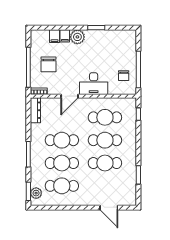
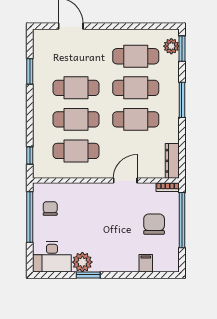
filing cabinet: (65, 36) -> (132, 264), removed
plant: (77, 37) -> (82, 262), moved
desk: (94, 84) -> (52, 257), moved, turned 180

